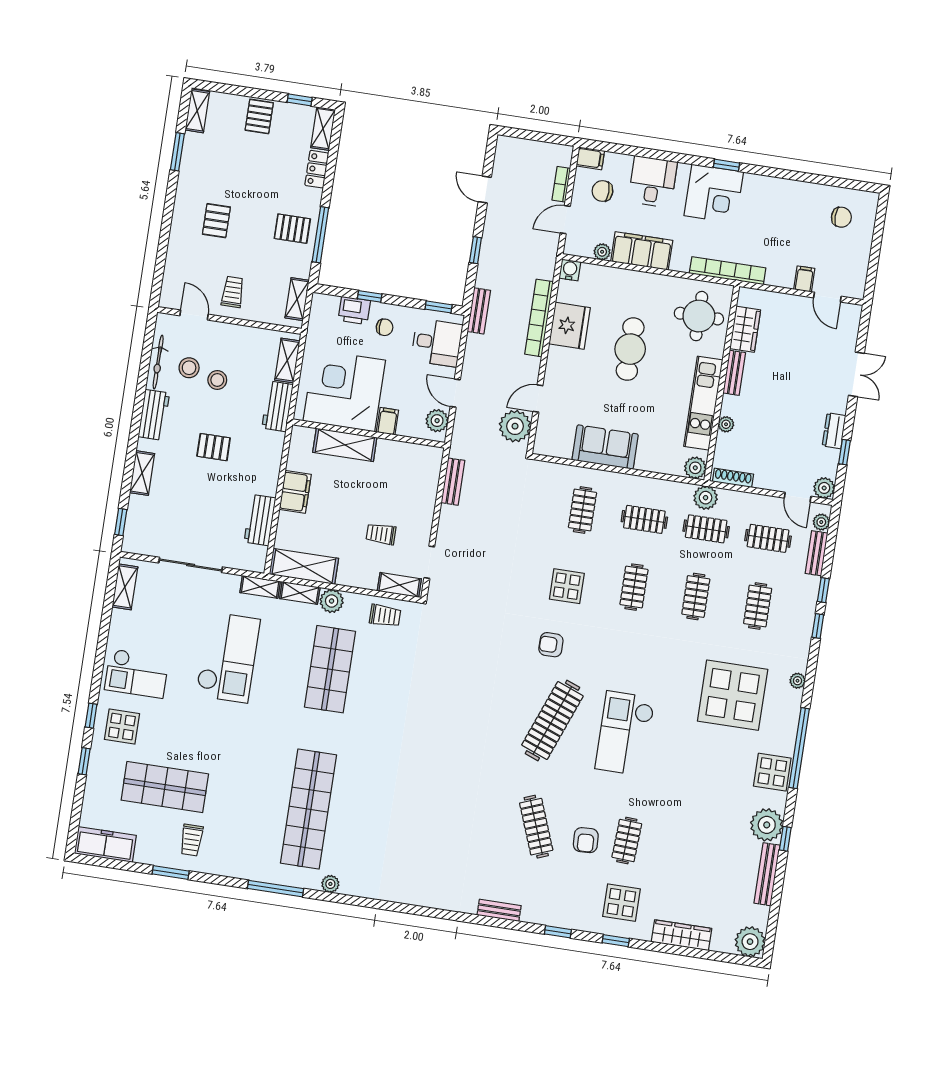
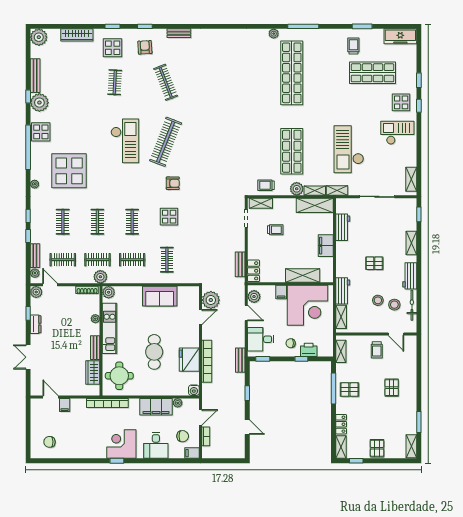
locker: (431, 467) -> (254, 271), added
armchair: (586, 840) -> (145, 47), moved

